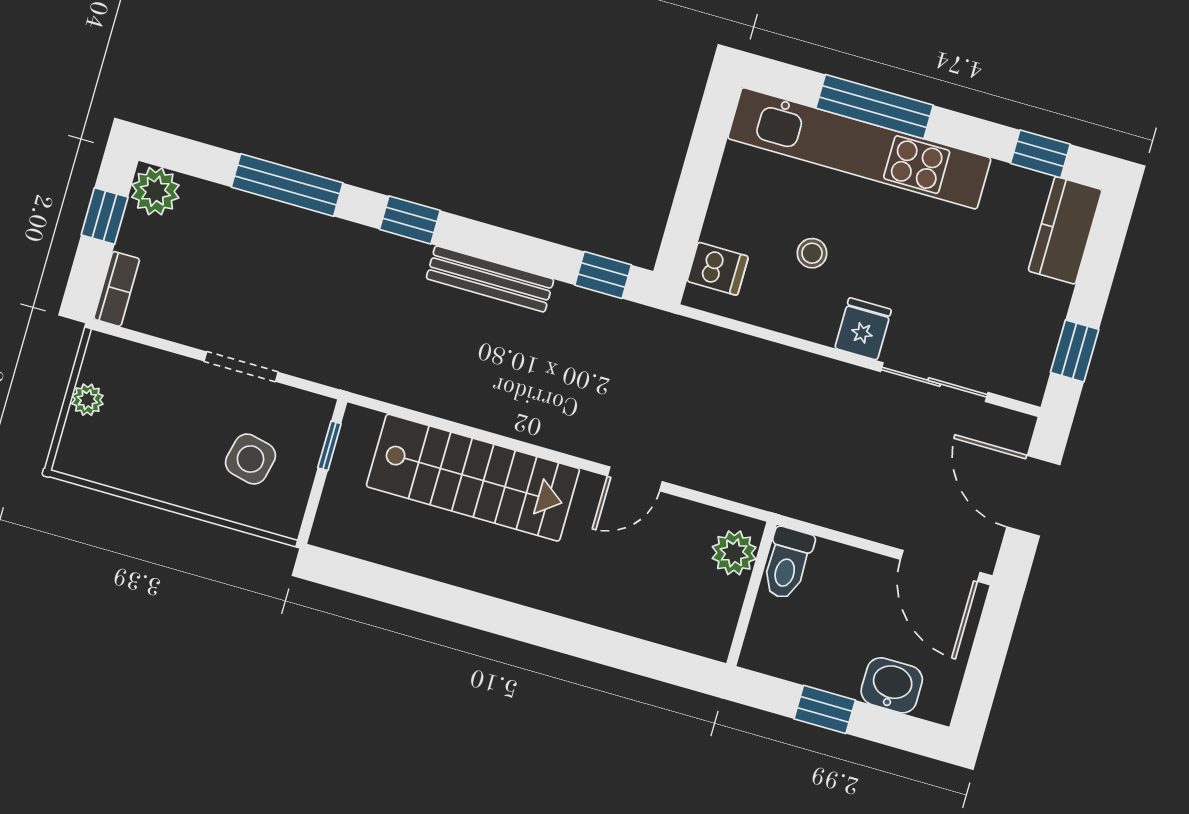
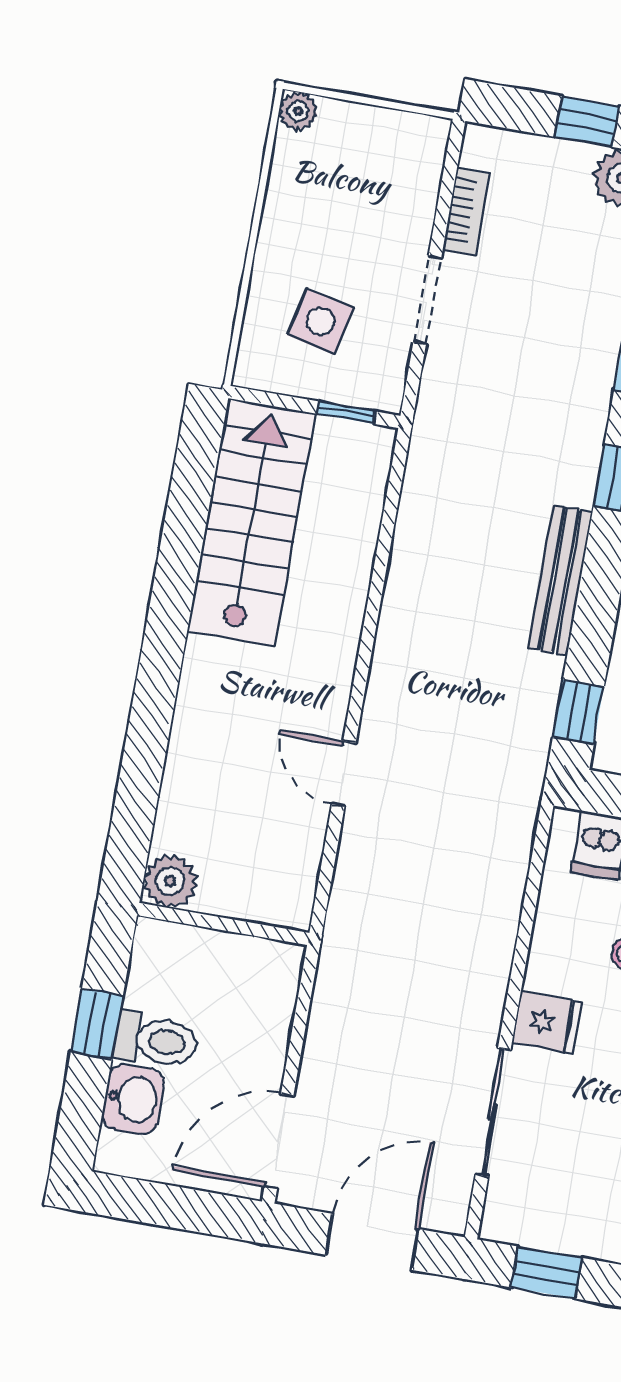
bookcase: (117, 289) -> (466, 212), moved, turned -90
plant: (87, 400) -> (298, 111), moved
stairs: (473, 478) -> (252, 522), moved, turned 180
plant: (734, 553) -> (170, 881), moved
toilet: (787, 563) -> (156, 1040), moved, turned 180

